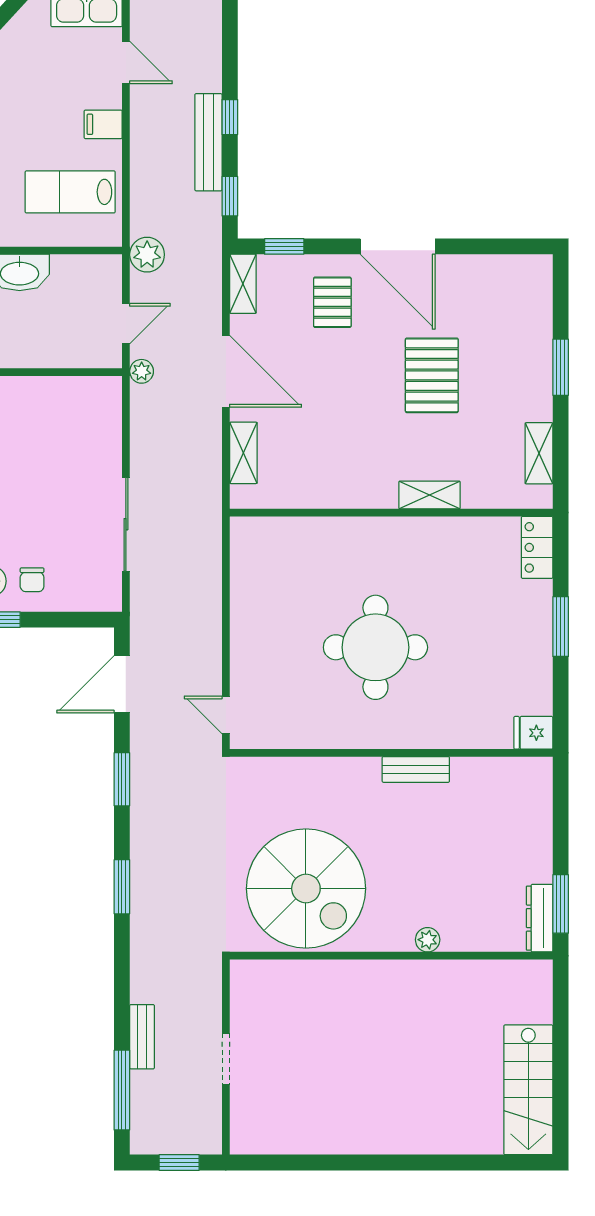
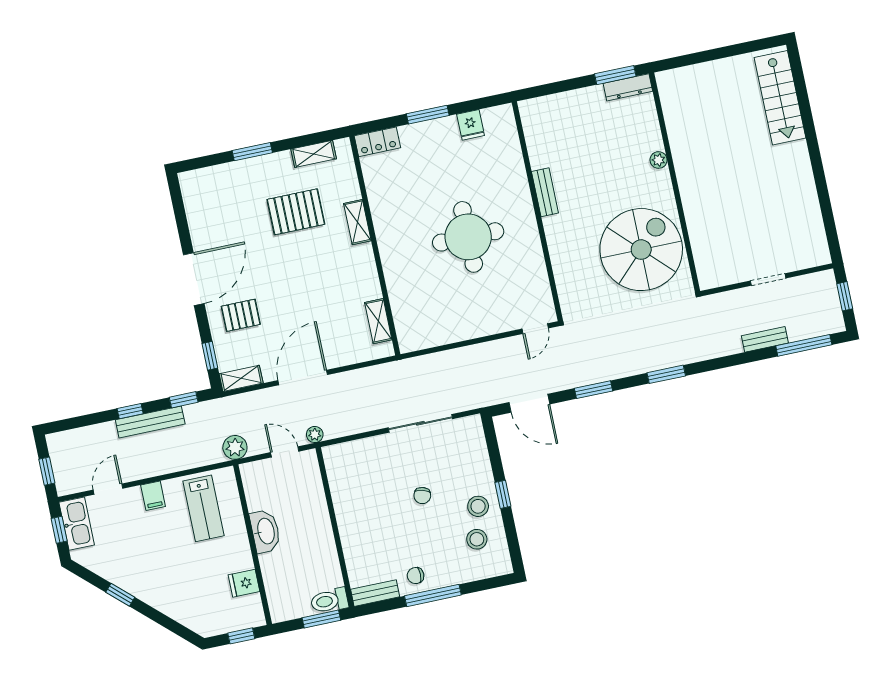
pallet: (432, 375) -> (296, 212), moved
shelving: (243, 453) -> (378, 321), moved, turned 90
chair: (32, 580) -> (422, 496), moved, turned 106
fridge: (533, 733) -> (471, 125), moved
stairs: (528, 1090) -> (780, 98), moved, turned 90

